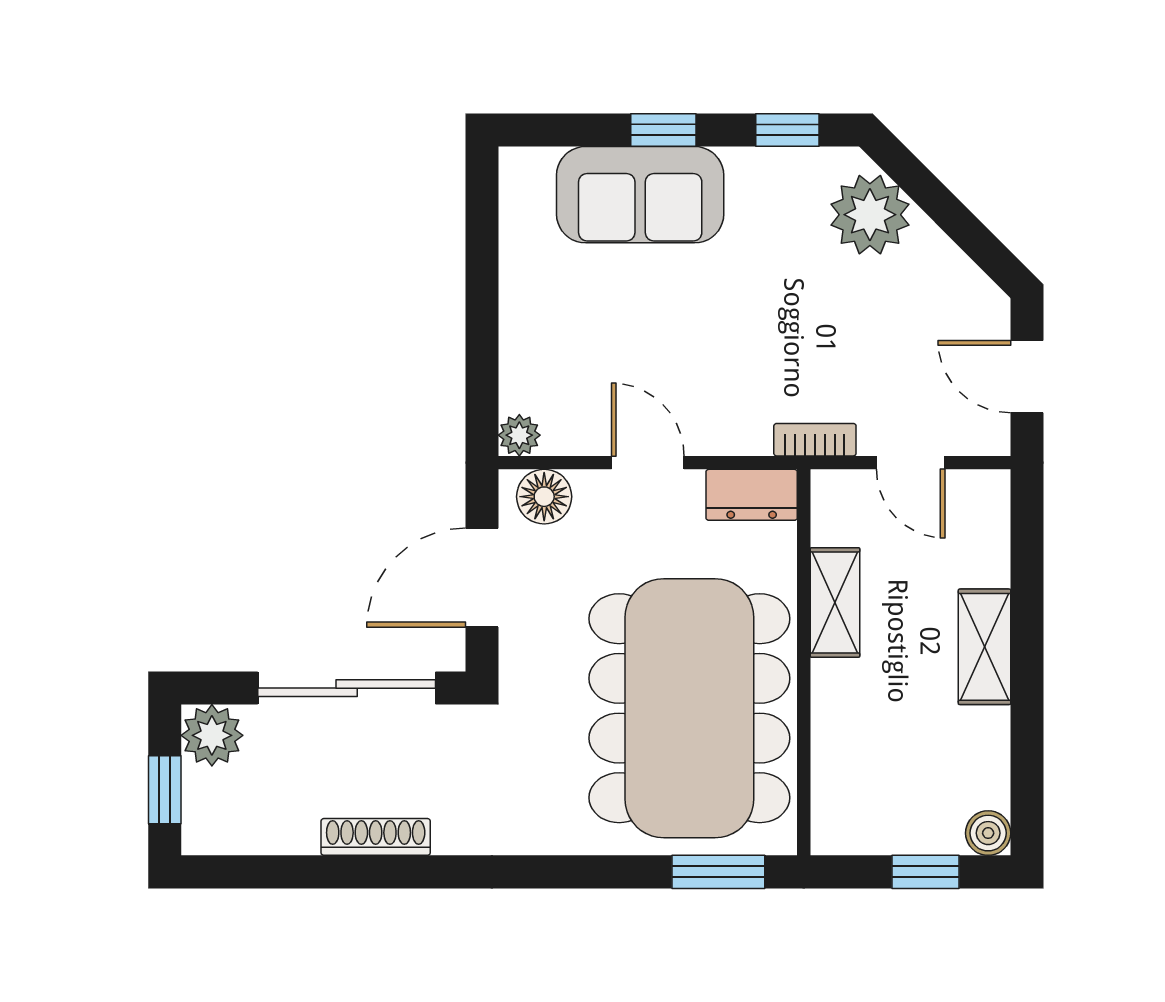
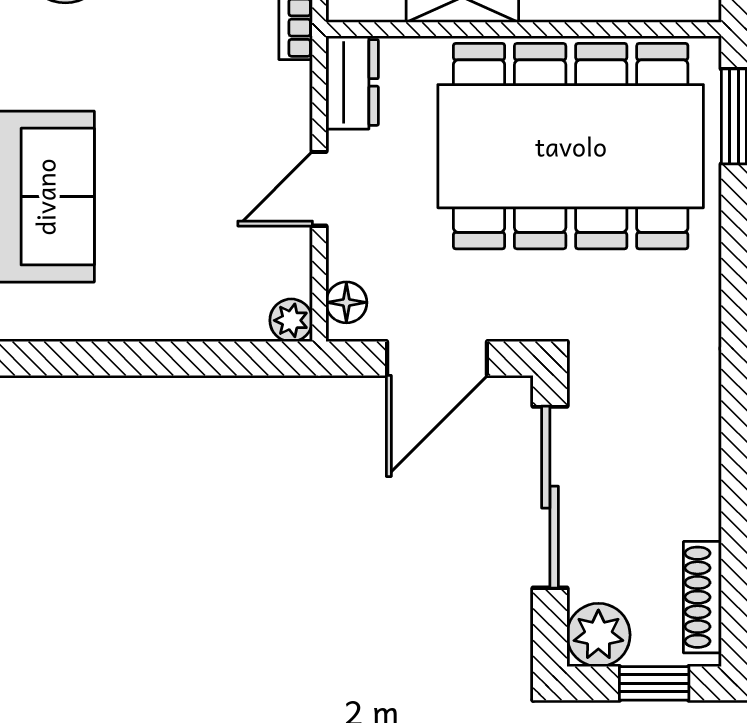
floor lamp: (544, 497) -> (346, 302), width x0.73, depth x0.73
door: (482, 578) -> (437, 358), hinge flipped
shoe rack: (376, 837) -> (702, 597), moved

